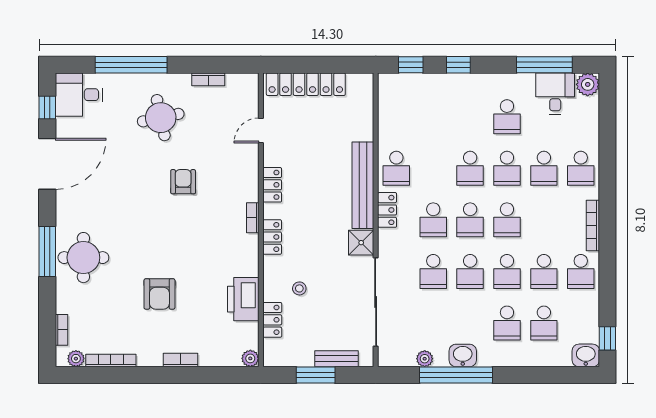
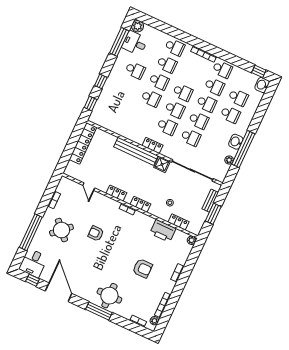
locker: (306, 84) -> (83, 143), moved
round table: (161, 118) -> (61, 230), turned -31
school desk: (396, 168) -> (135, 132), removed

